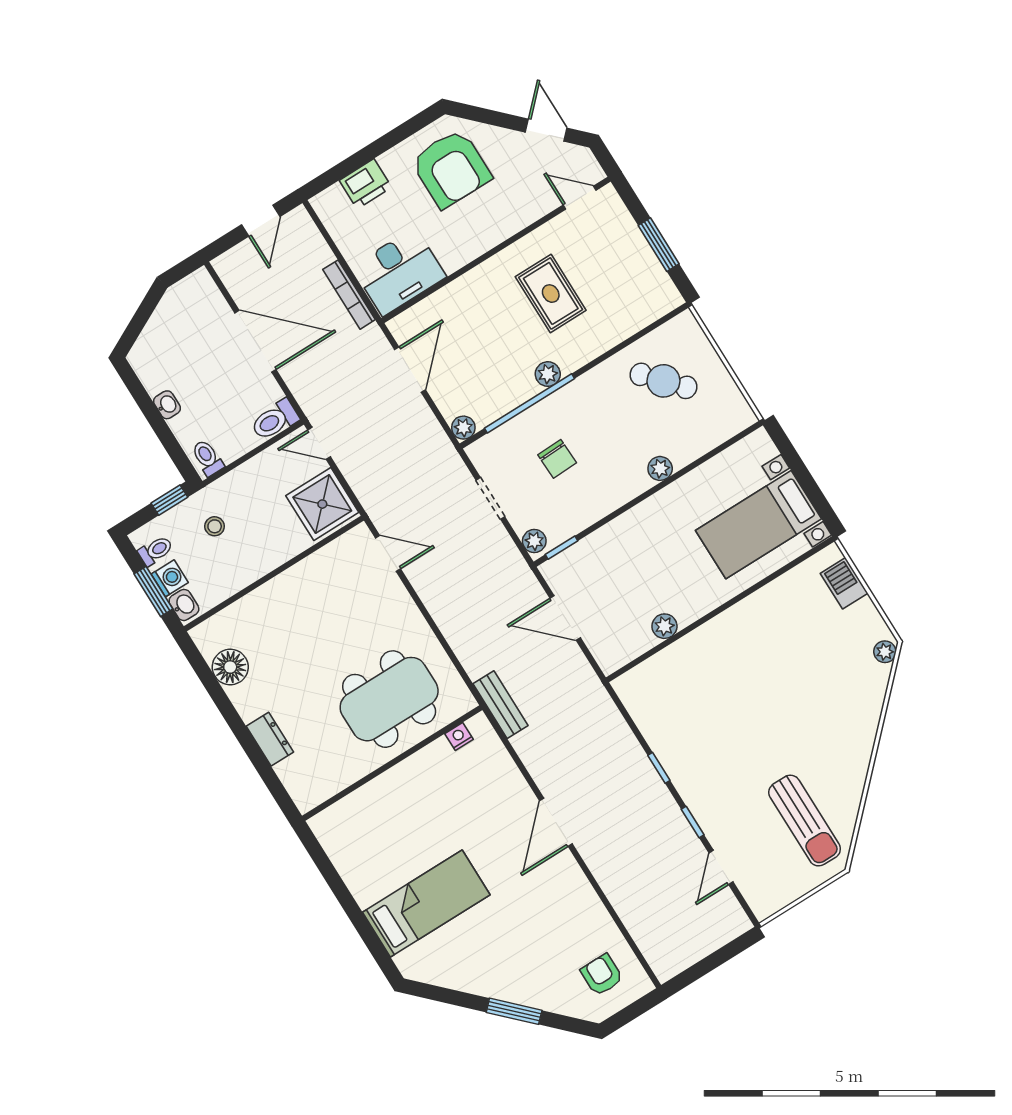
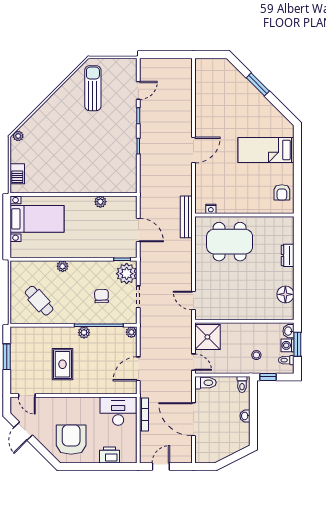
plant: (534, 541) -> (127, 274), width x1.88, depth x1.88
bench: (500, 705) -> (186, 217), width x1.36
armchair: (602, 975) -> (282, 192), moved

